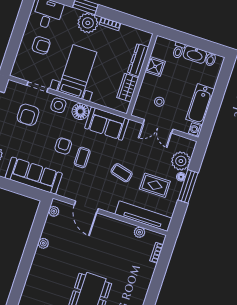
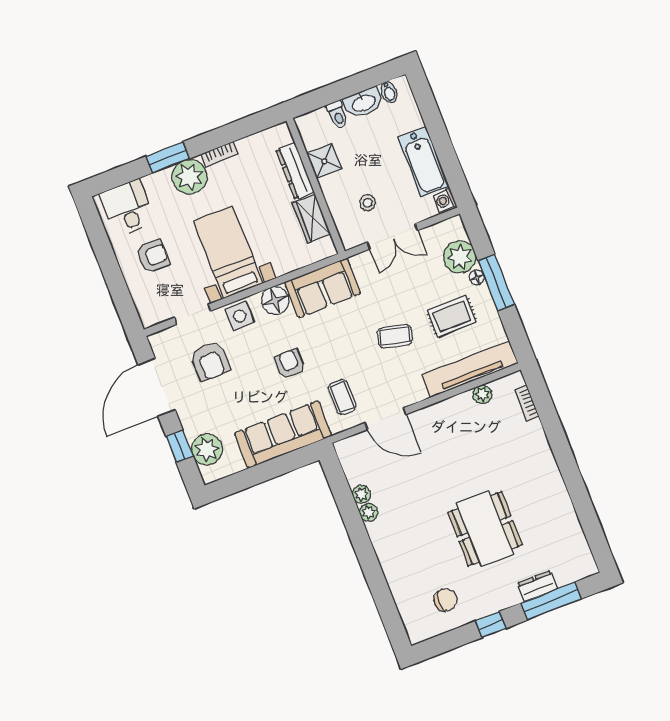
coffee table: (82, 158) -> (342, 397), moved
plant: (54, 211) -> (361, 494), moved

